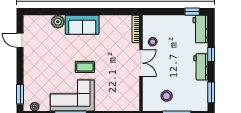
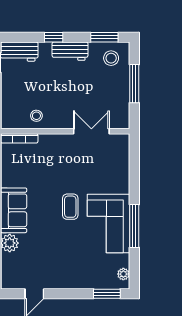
double door: (141, 63) -> (91, 131), moved
stool: (167, 96) -> (111, 58), moved

